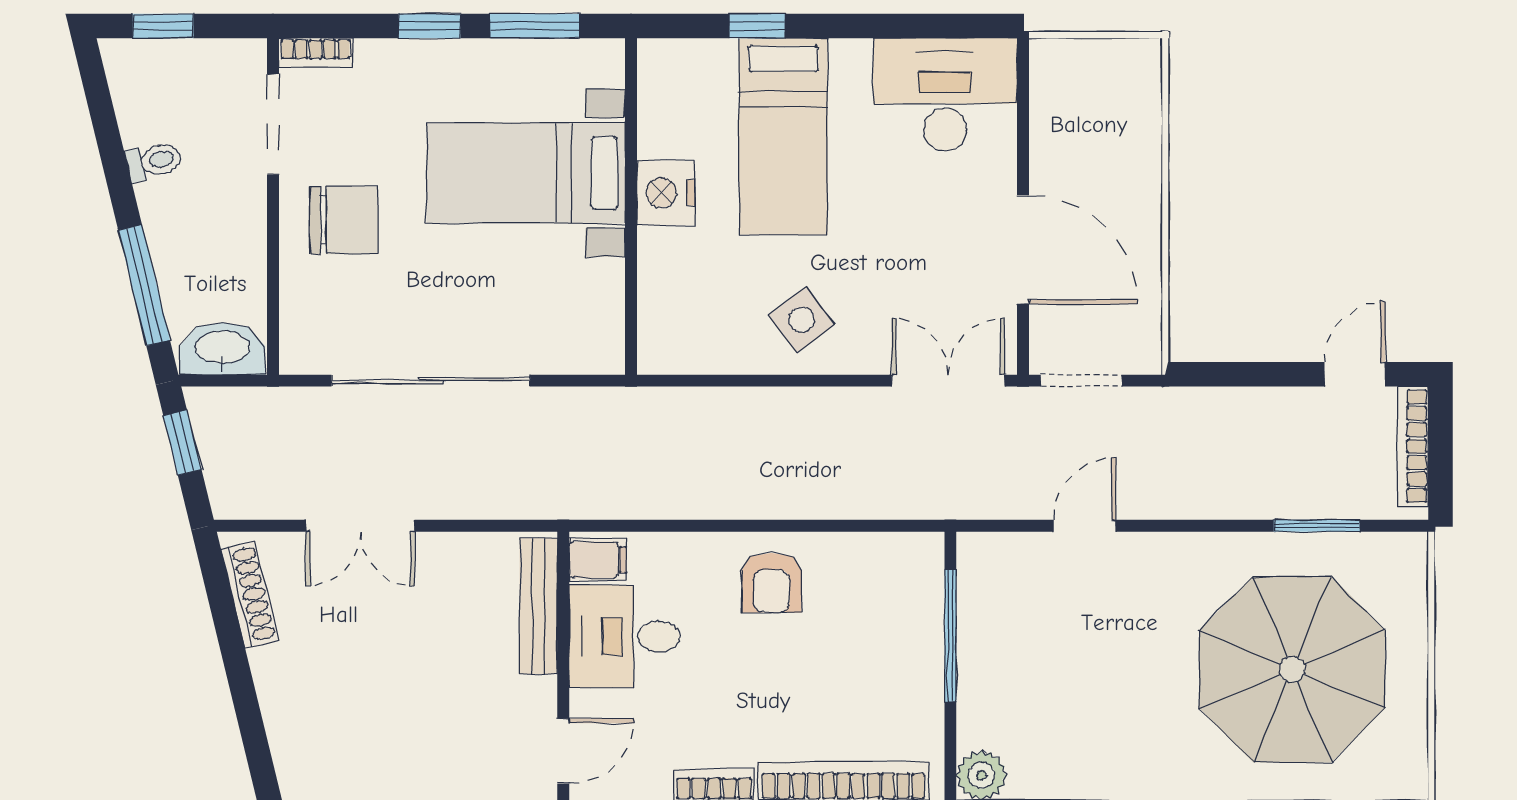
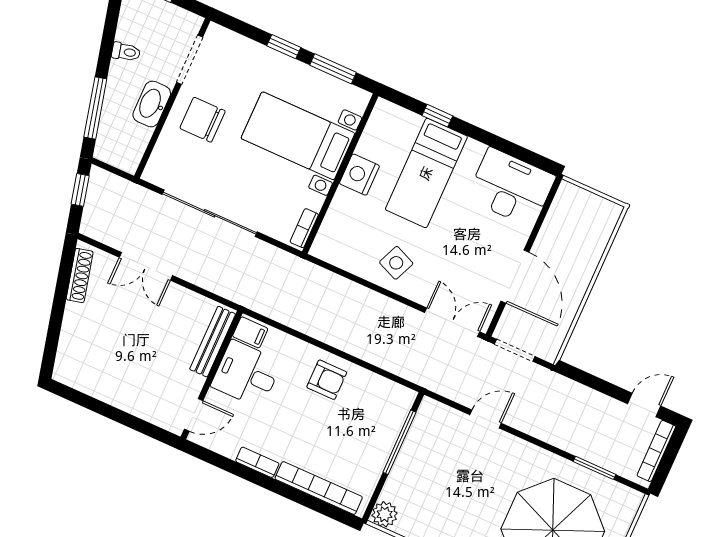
bookcase: (315, 53) -> (304, 228), moved, turned 90
chair: (344, 220) -> (203, 120), turned 180
side table: (801, 320) -> (396, 263), turned -30
washbasin: (222, 349) -> (152, 104), moved, turned -90
armchair: (771, 583) -> (327, 380), turned -90

